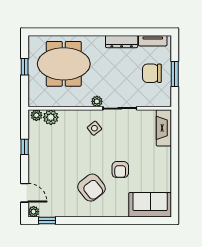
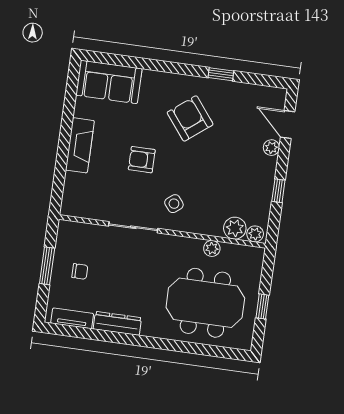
chair: (152, 73) -> (80, 271), width x0.54, depth x0.54
plant: (97, 101) -> (212, 248), moved
fireplace: (164, 128) -> (80, 145), moved
armchair: (120, 170) -> (142, 160), moved, turned -90
plant: (34, 212) -> (271, 148), moved
window: (47, 221) -> (221, 74), moved

